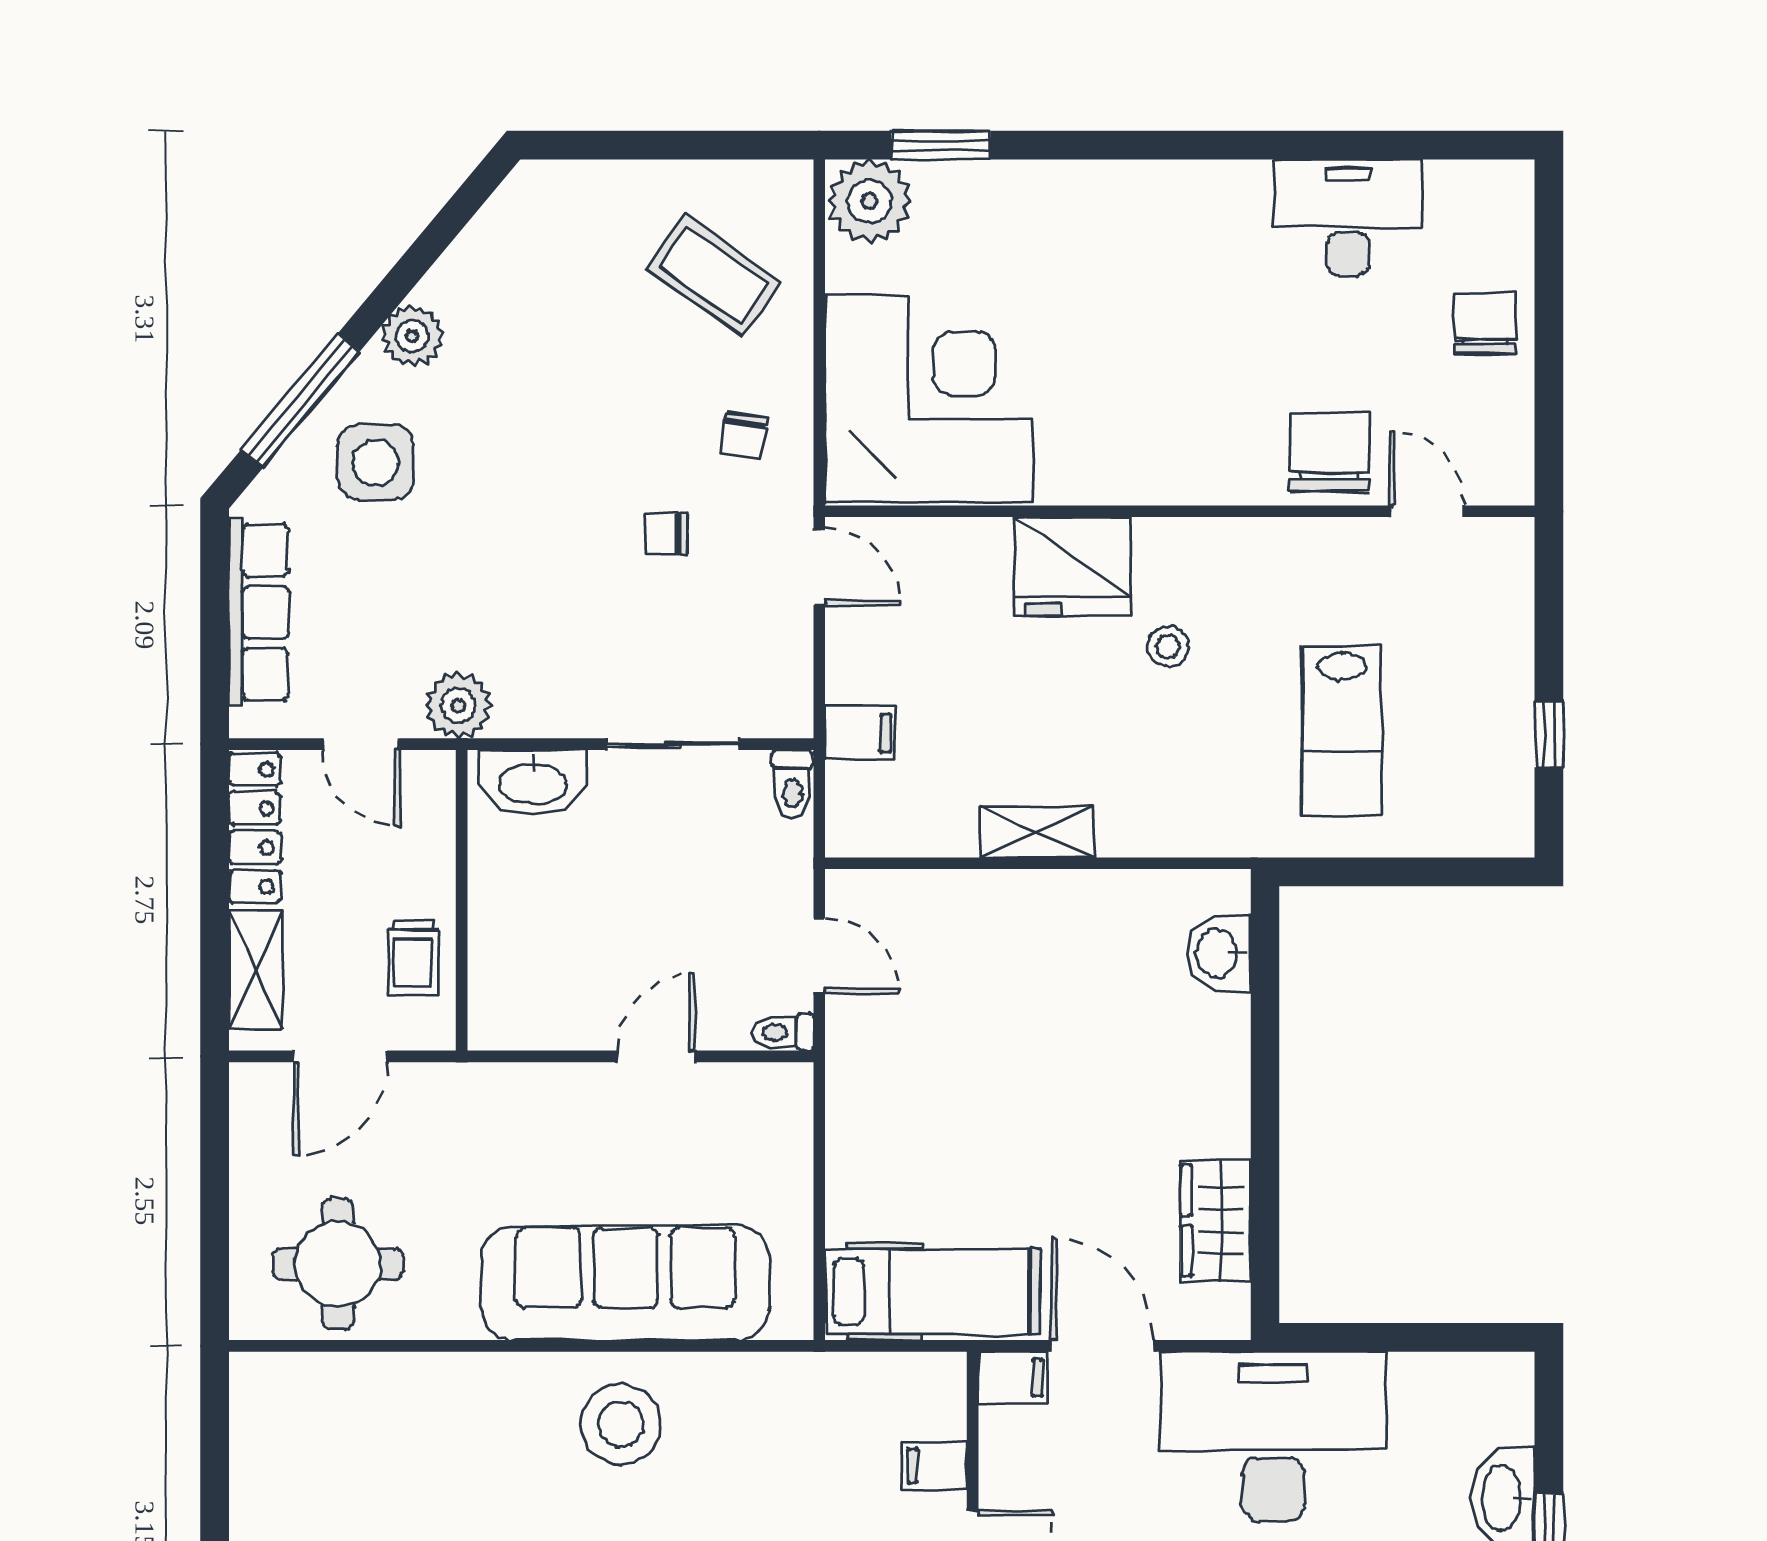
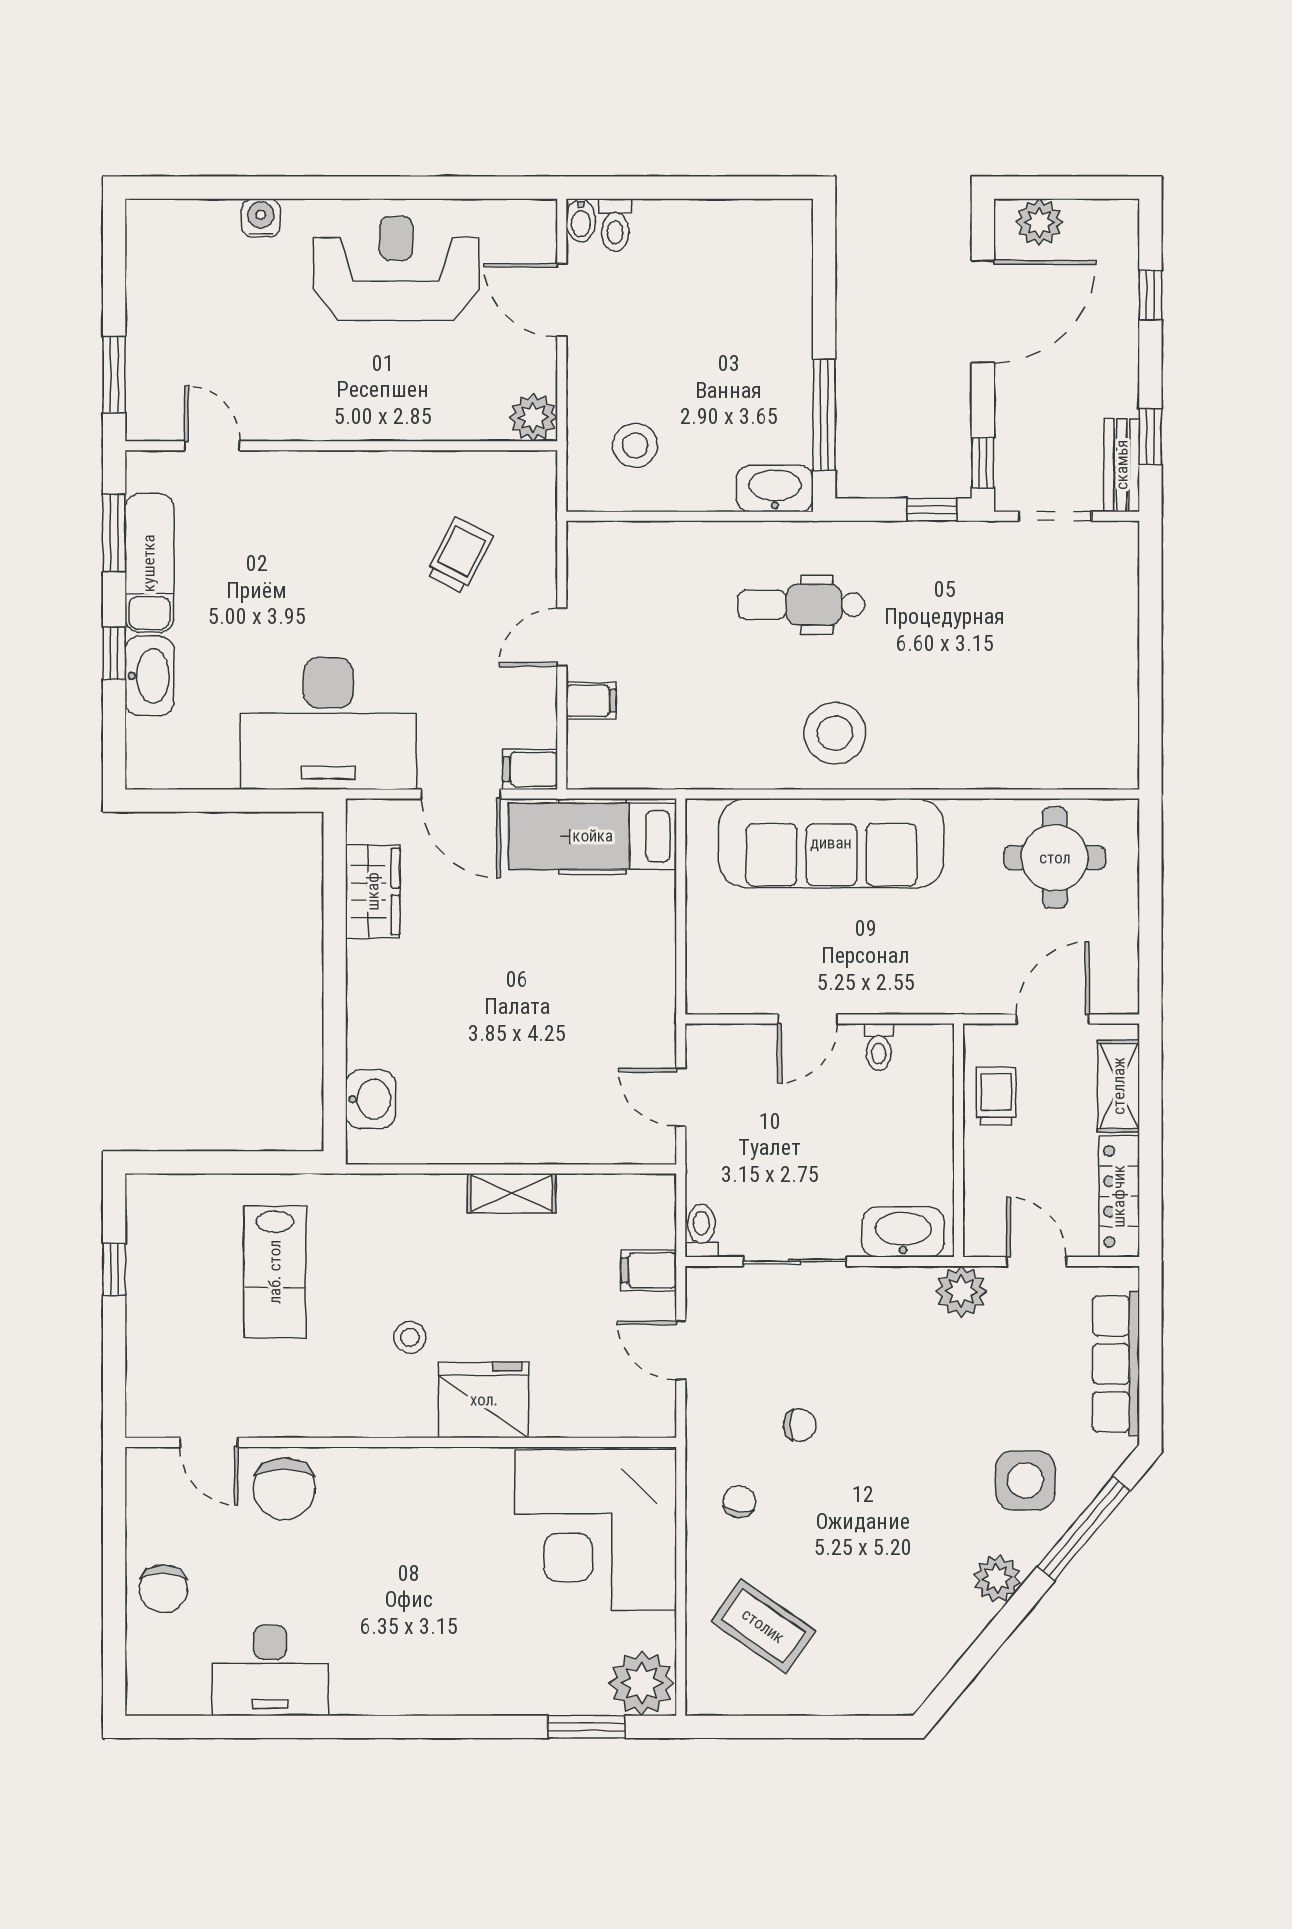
door: (819, 567) -> (681, 1350), moved
lab bench: (1342, 731) -> (275, 1272), turned 180
toilet: (783, 1032) -> (879, 1047), moved, turned 90

